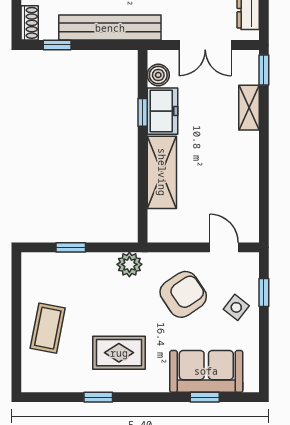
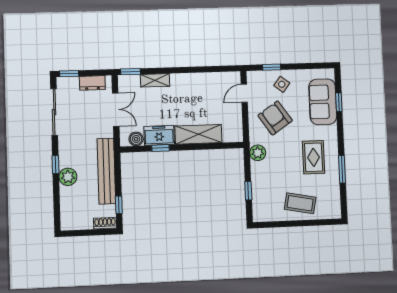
window: (98, 397) -> (342, 169), width x1.50

